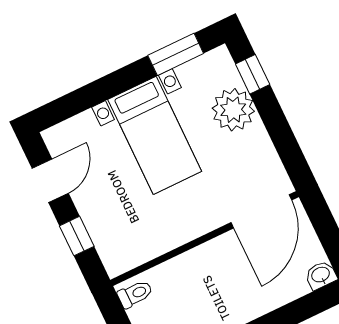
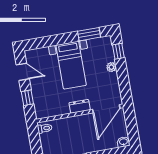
plant: (233, 110) -> (111, 67), width x0.53, depth x0.53
door: (50, 181) -> (23, 72), hinge flipped
dresser: (200, 223) -> (80, 106), added

